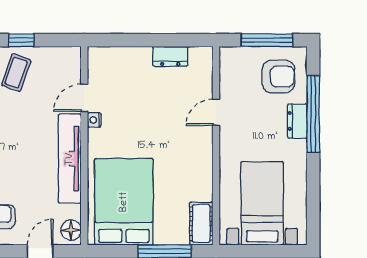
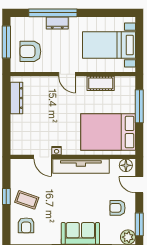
dresser: (170, 56) -> (16, 98), width x1.44
armchair: (278, 76) -> (30, 51), moved, turned -90
door: (216, 112) -> (67, 74), moved
cot: (201, 224) -> (101, 83), moved

